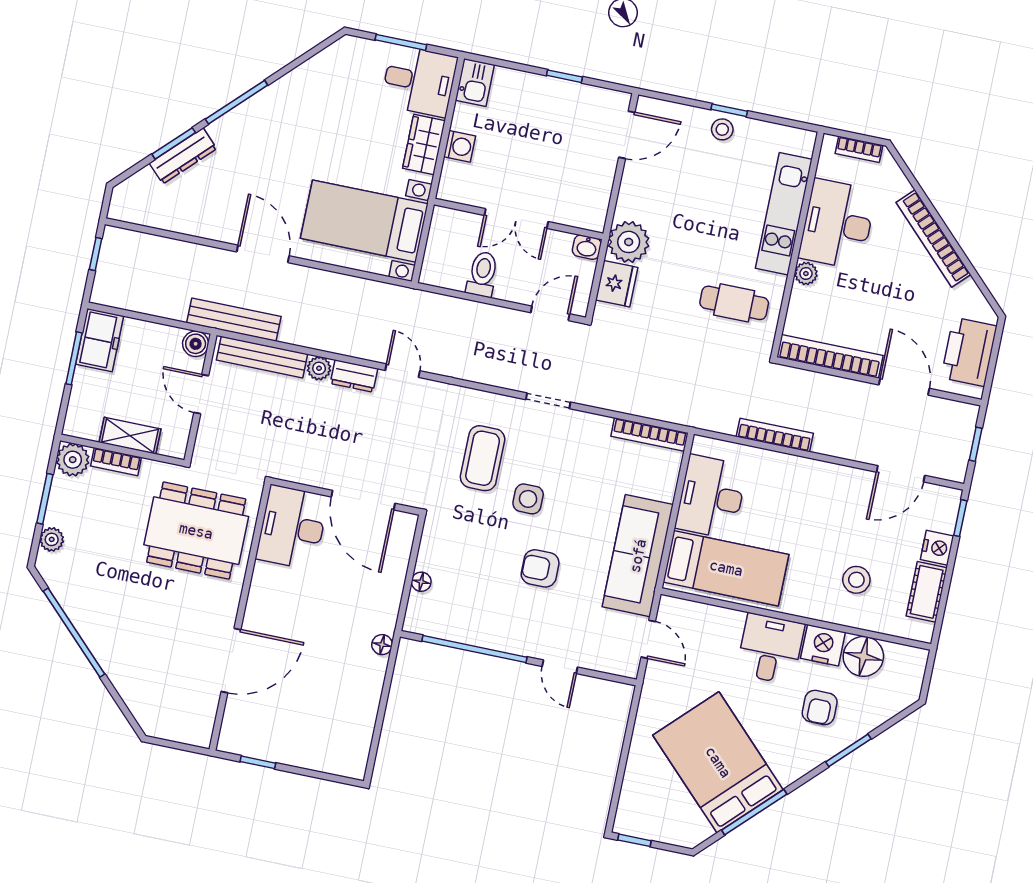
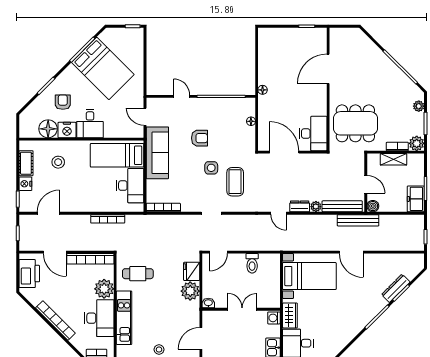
double door: (516, 218) -> (242, 309), moved
wall: (519, 219) -> (241, 309), moved
washbasin: (587, 247) -> (208, 303), moved
plant: (806, 274) -> (104, 289), width x1.88, depth x1.88

